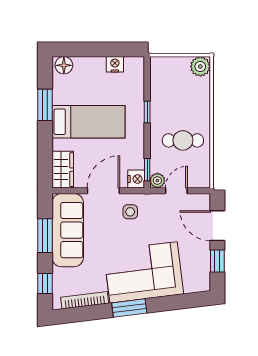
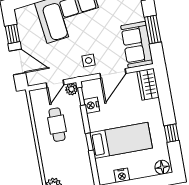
window: (45, 105) -> (171, 133), width x0.67
bed: (88, 122) -> (121, 140), moved, turned 180
cafe table: (183, 140) -> (57, 125), turned 90
nightstand: (136, 179) -> (92, 105), moved
sofa: (68, 230) -> (137, 45), width x0.73

